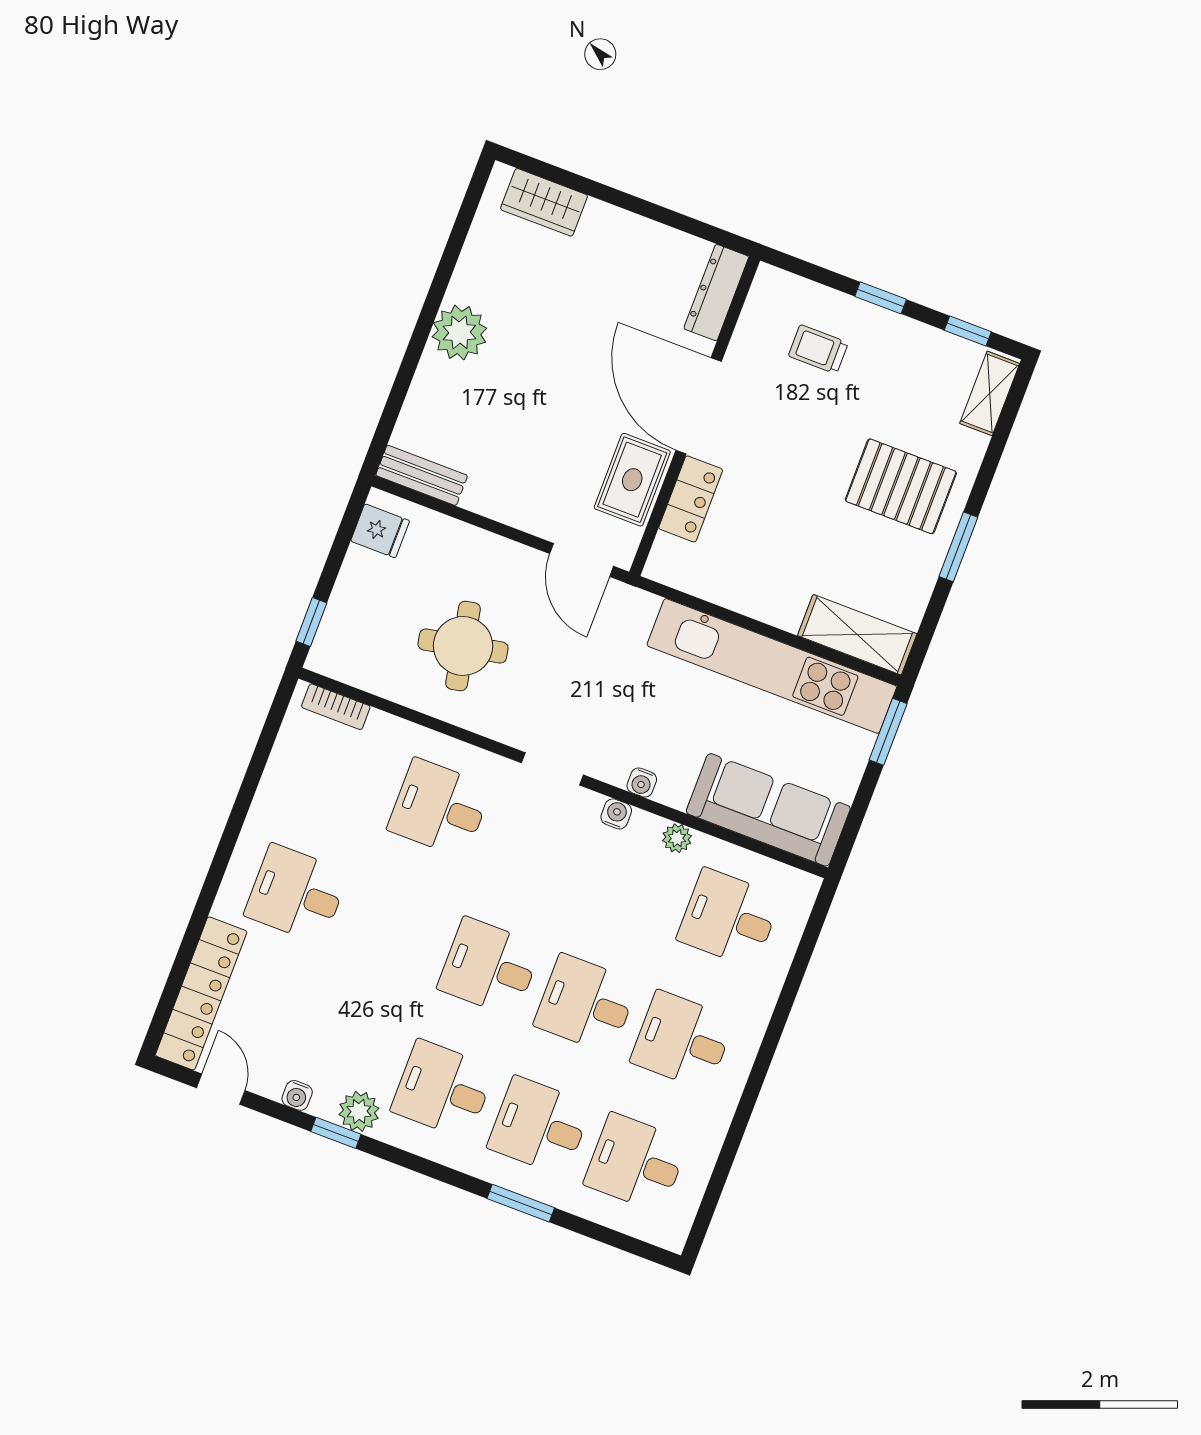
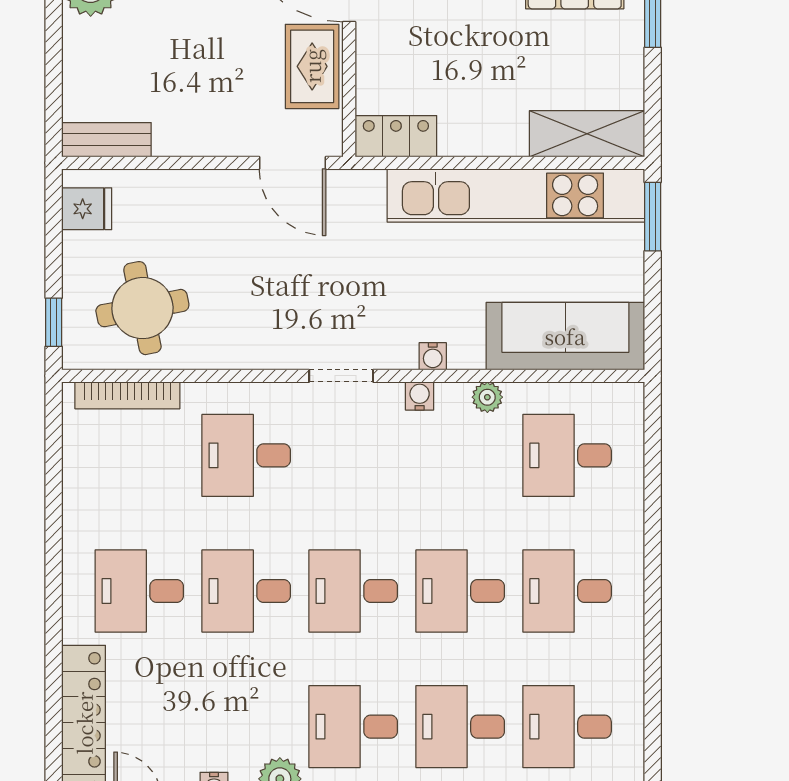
locker: (691, 499) -> (396, 136), moved, turned -90
round table: (463, 646) -> (142, 308), moved
bookcase: (336, 707) -> (127, 395), width x1.56
desk: (393, 930) -> (246, 591), added

